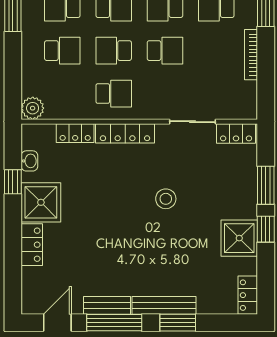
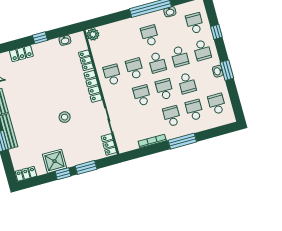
school desk: (62, 51) -> (127, 42), removed
school desk: (165, 51) -> (142, 95), turned 180
school desk: (114, 94) -> (112, 75), turned 180
window: (13, 182) -> (40, 38), moved
shower: (41, 202) -> (45, 52), removed

